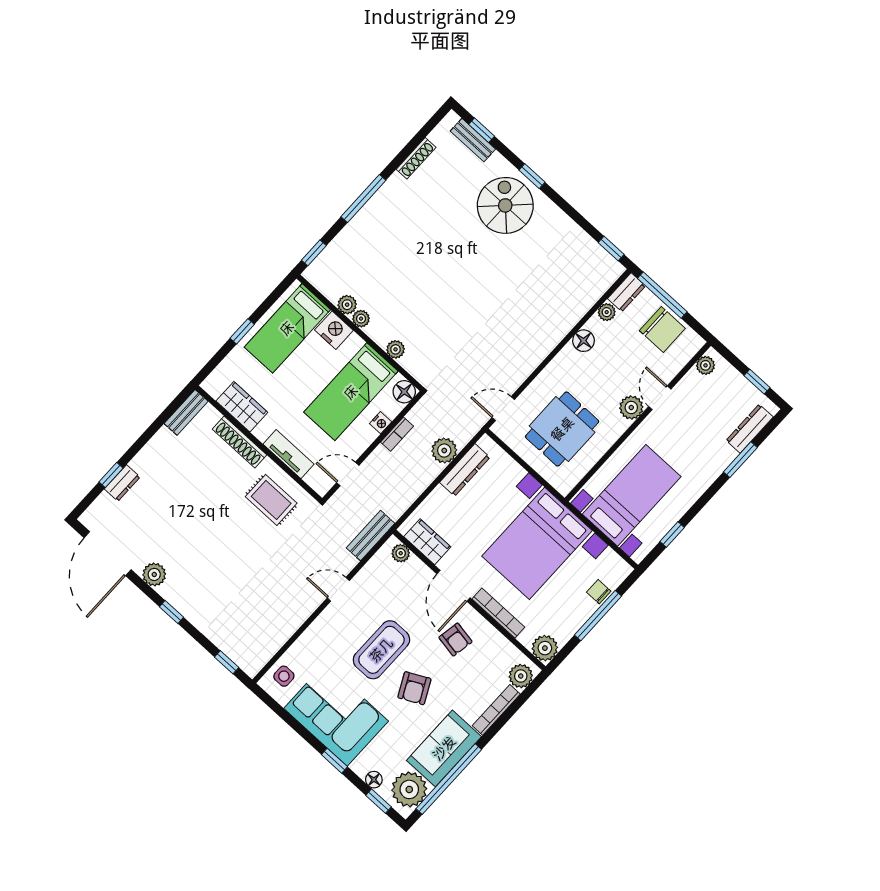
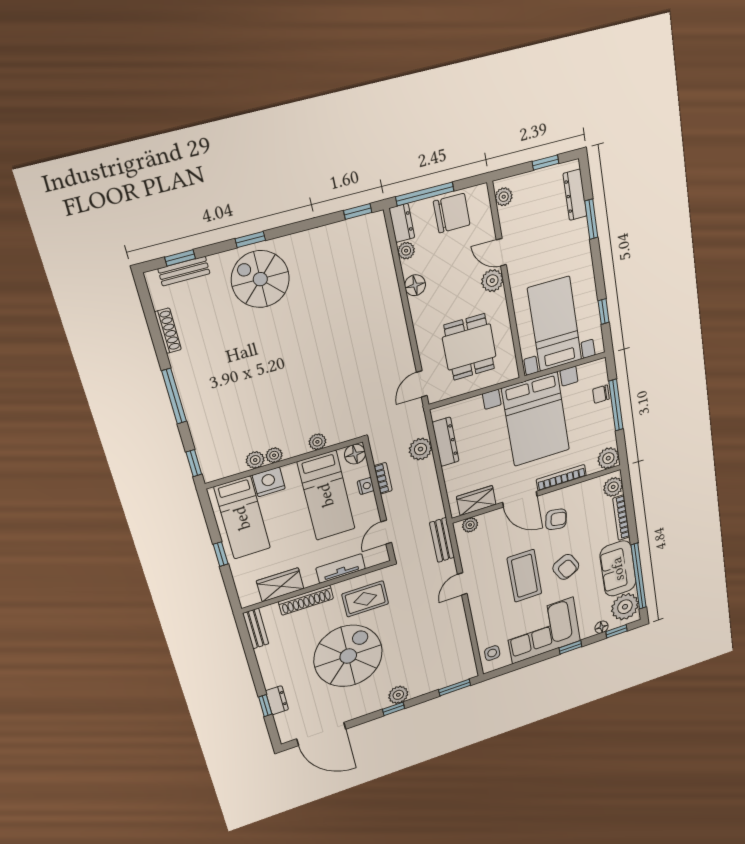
spiral stairs: (204, 524) -> (348, 656), added
plant: (154, 574) -> (398, 695), moved
window: (227, 662) -> (455, 688), width x1.50

